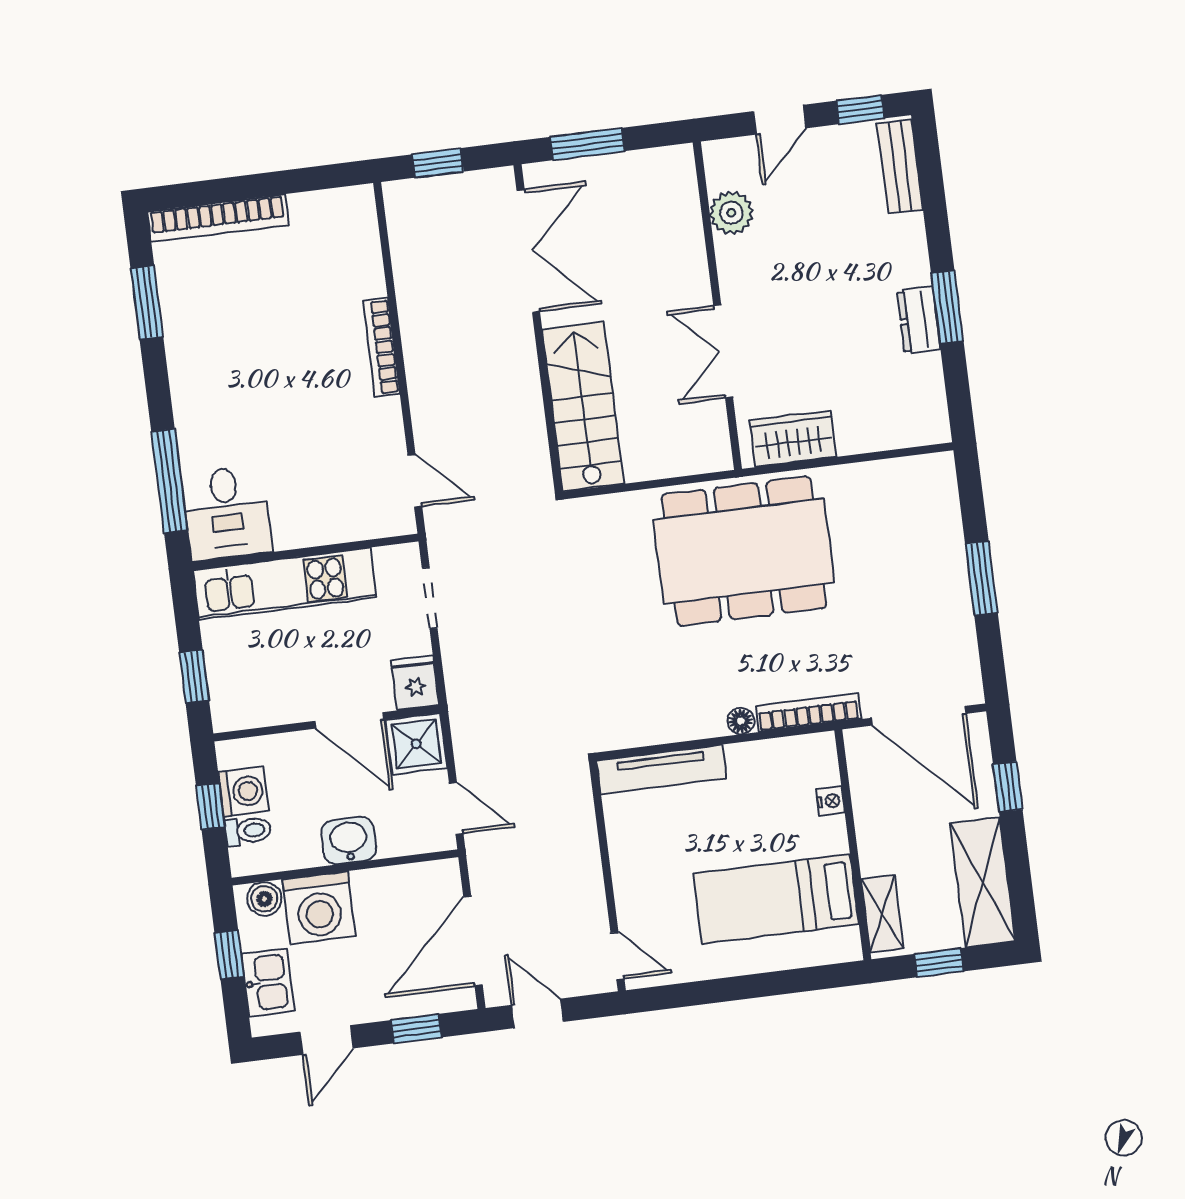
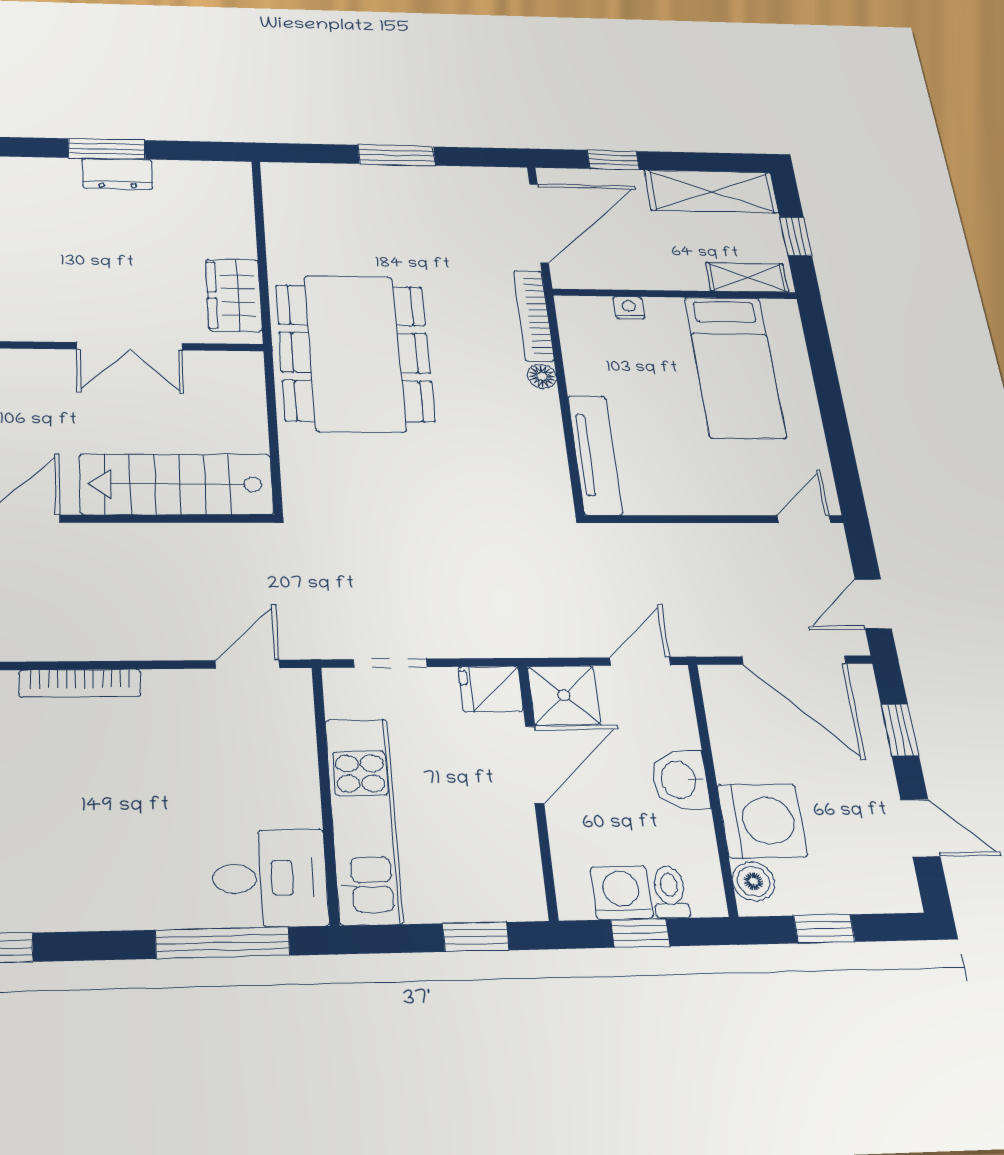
kitchen sink: (268, 982) -> (856, 887), removed

